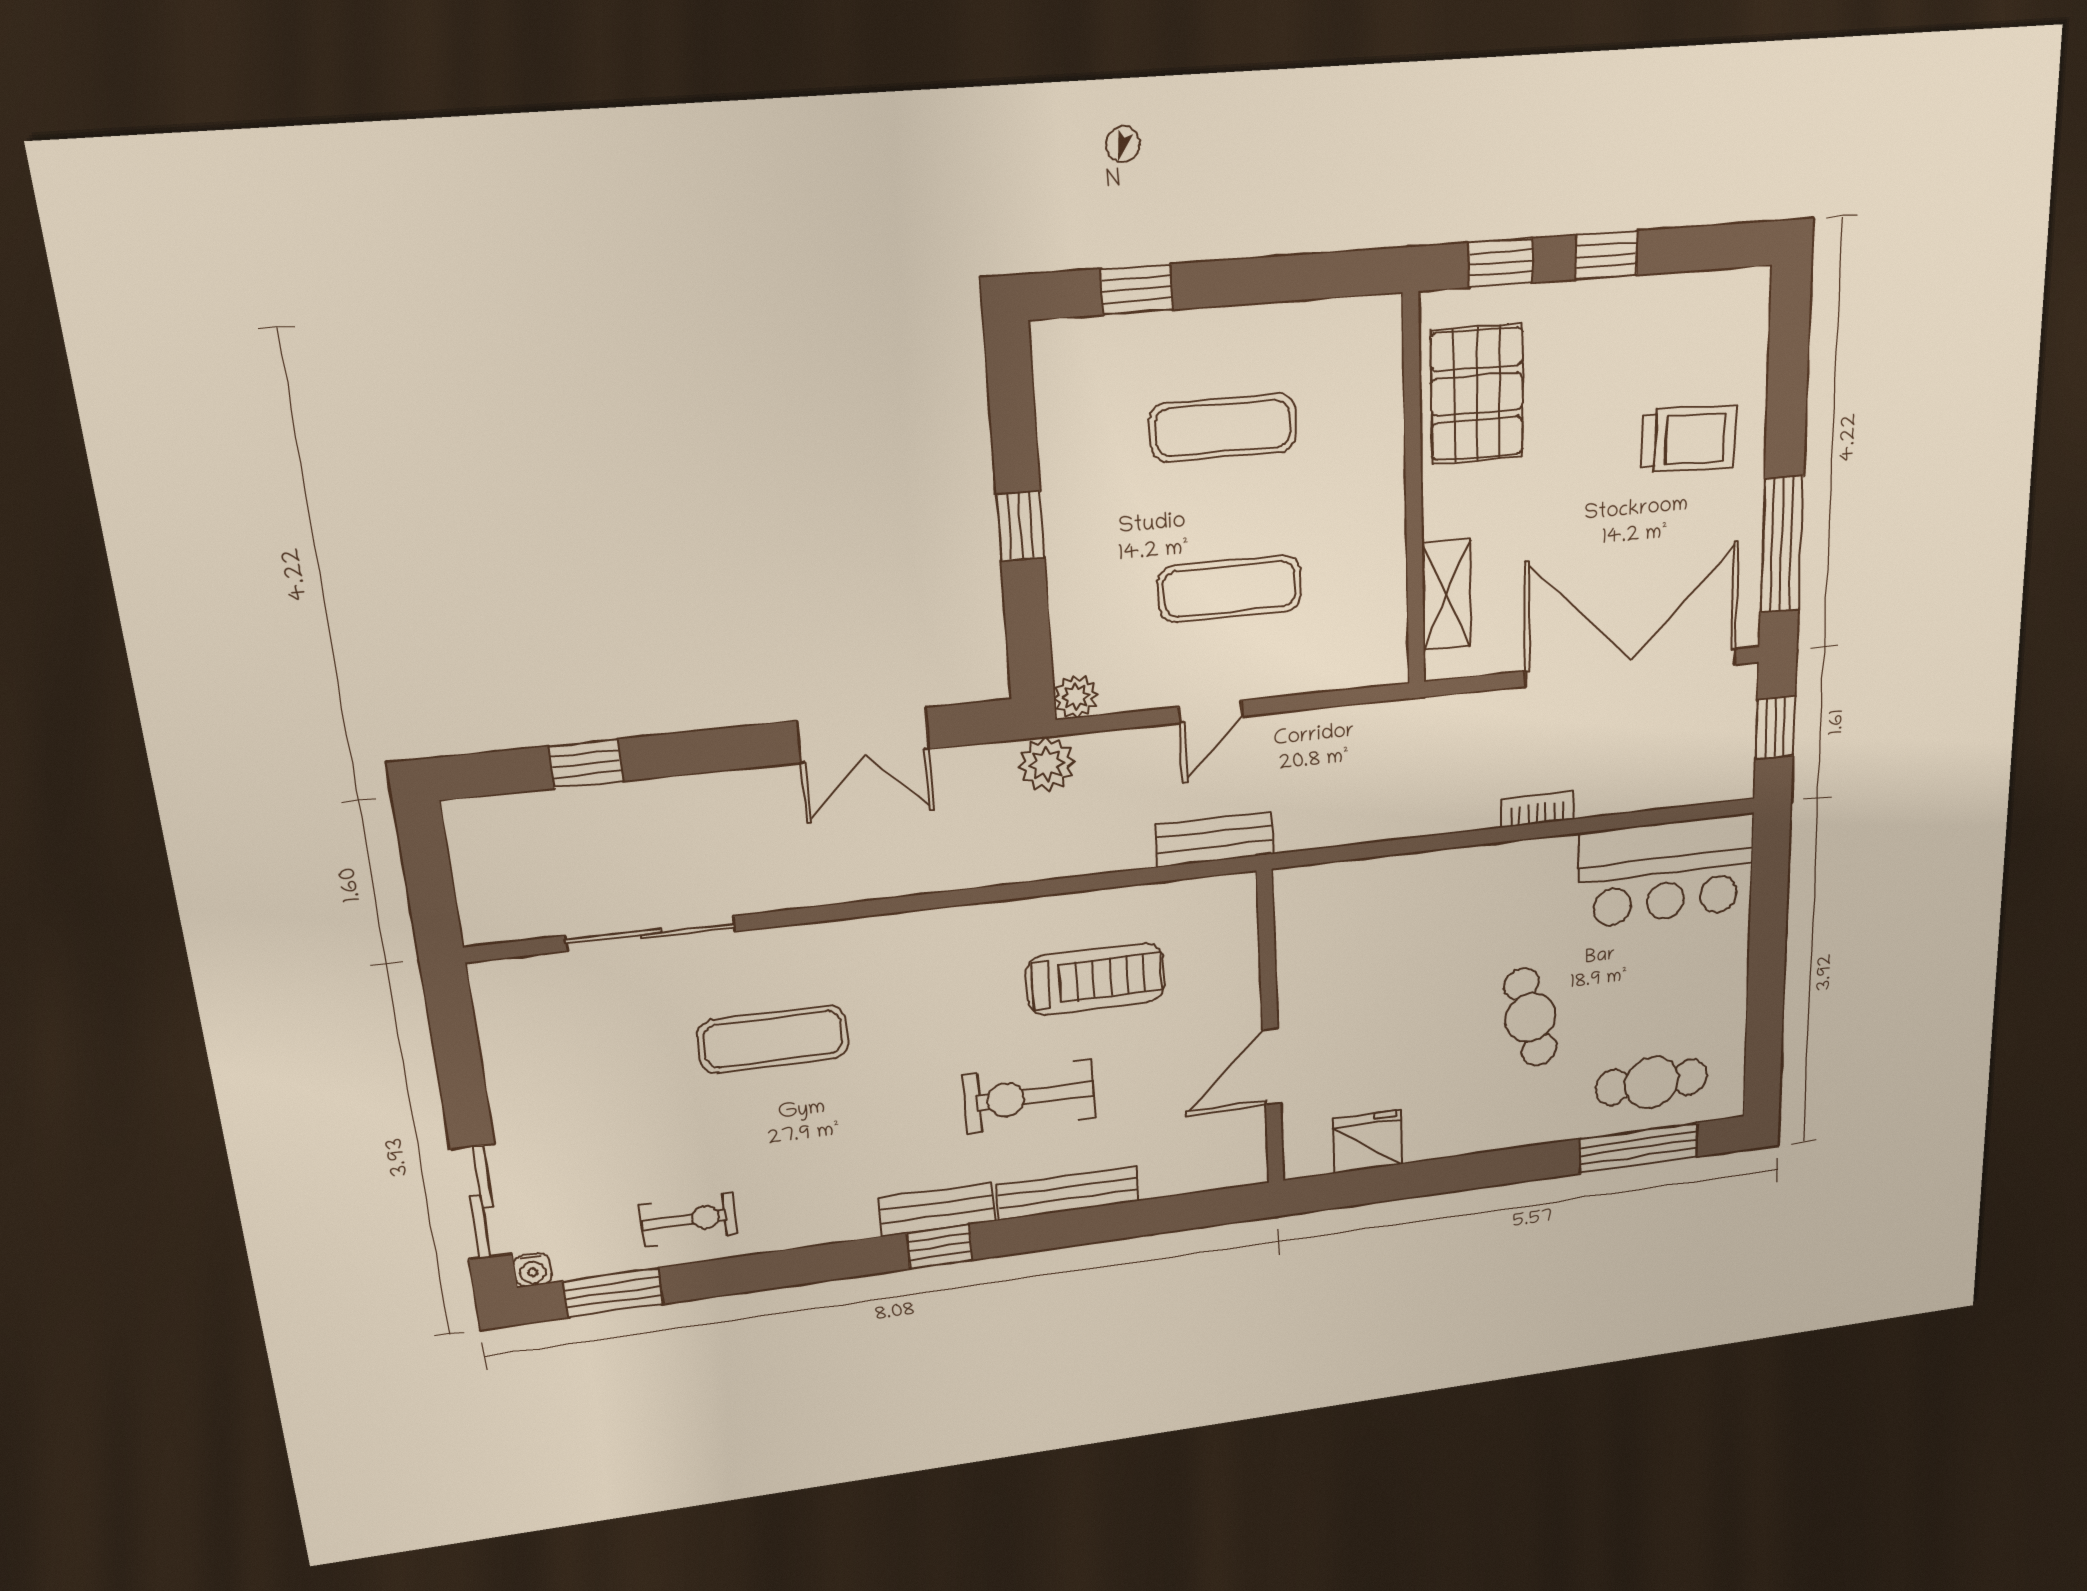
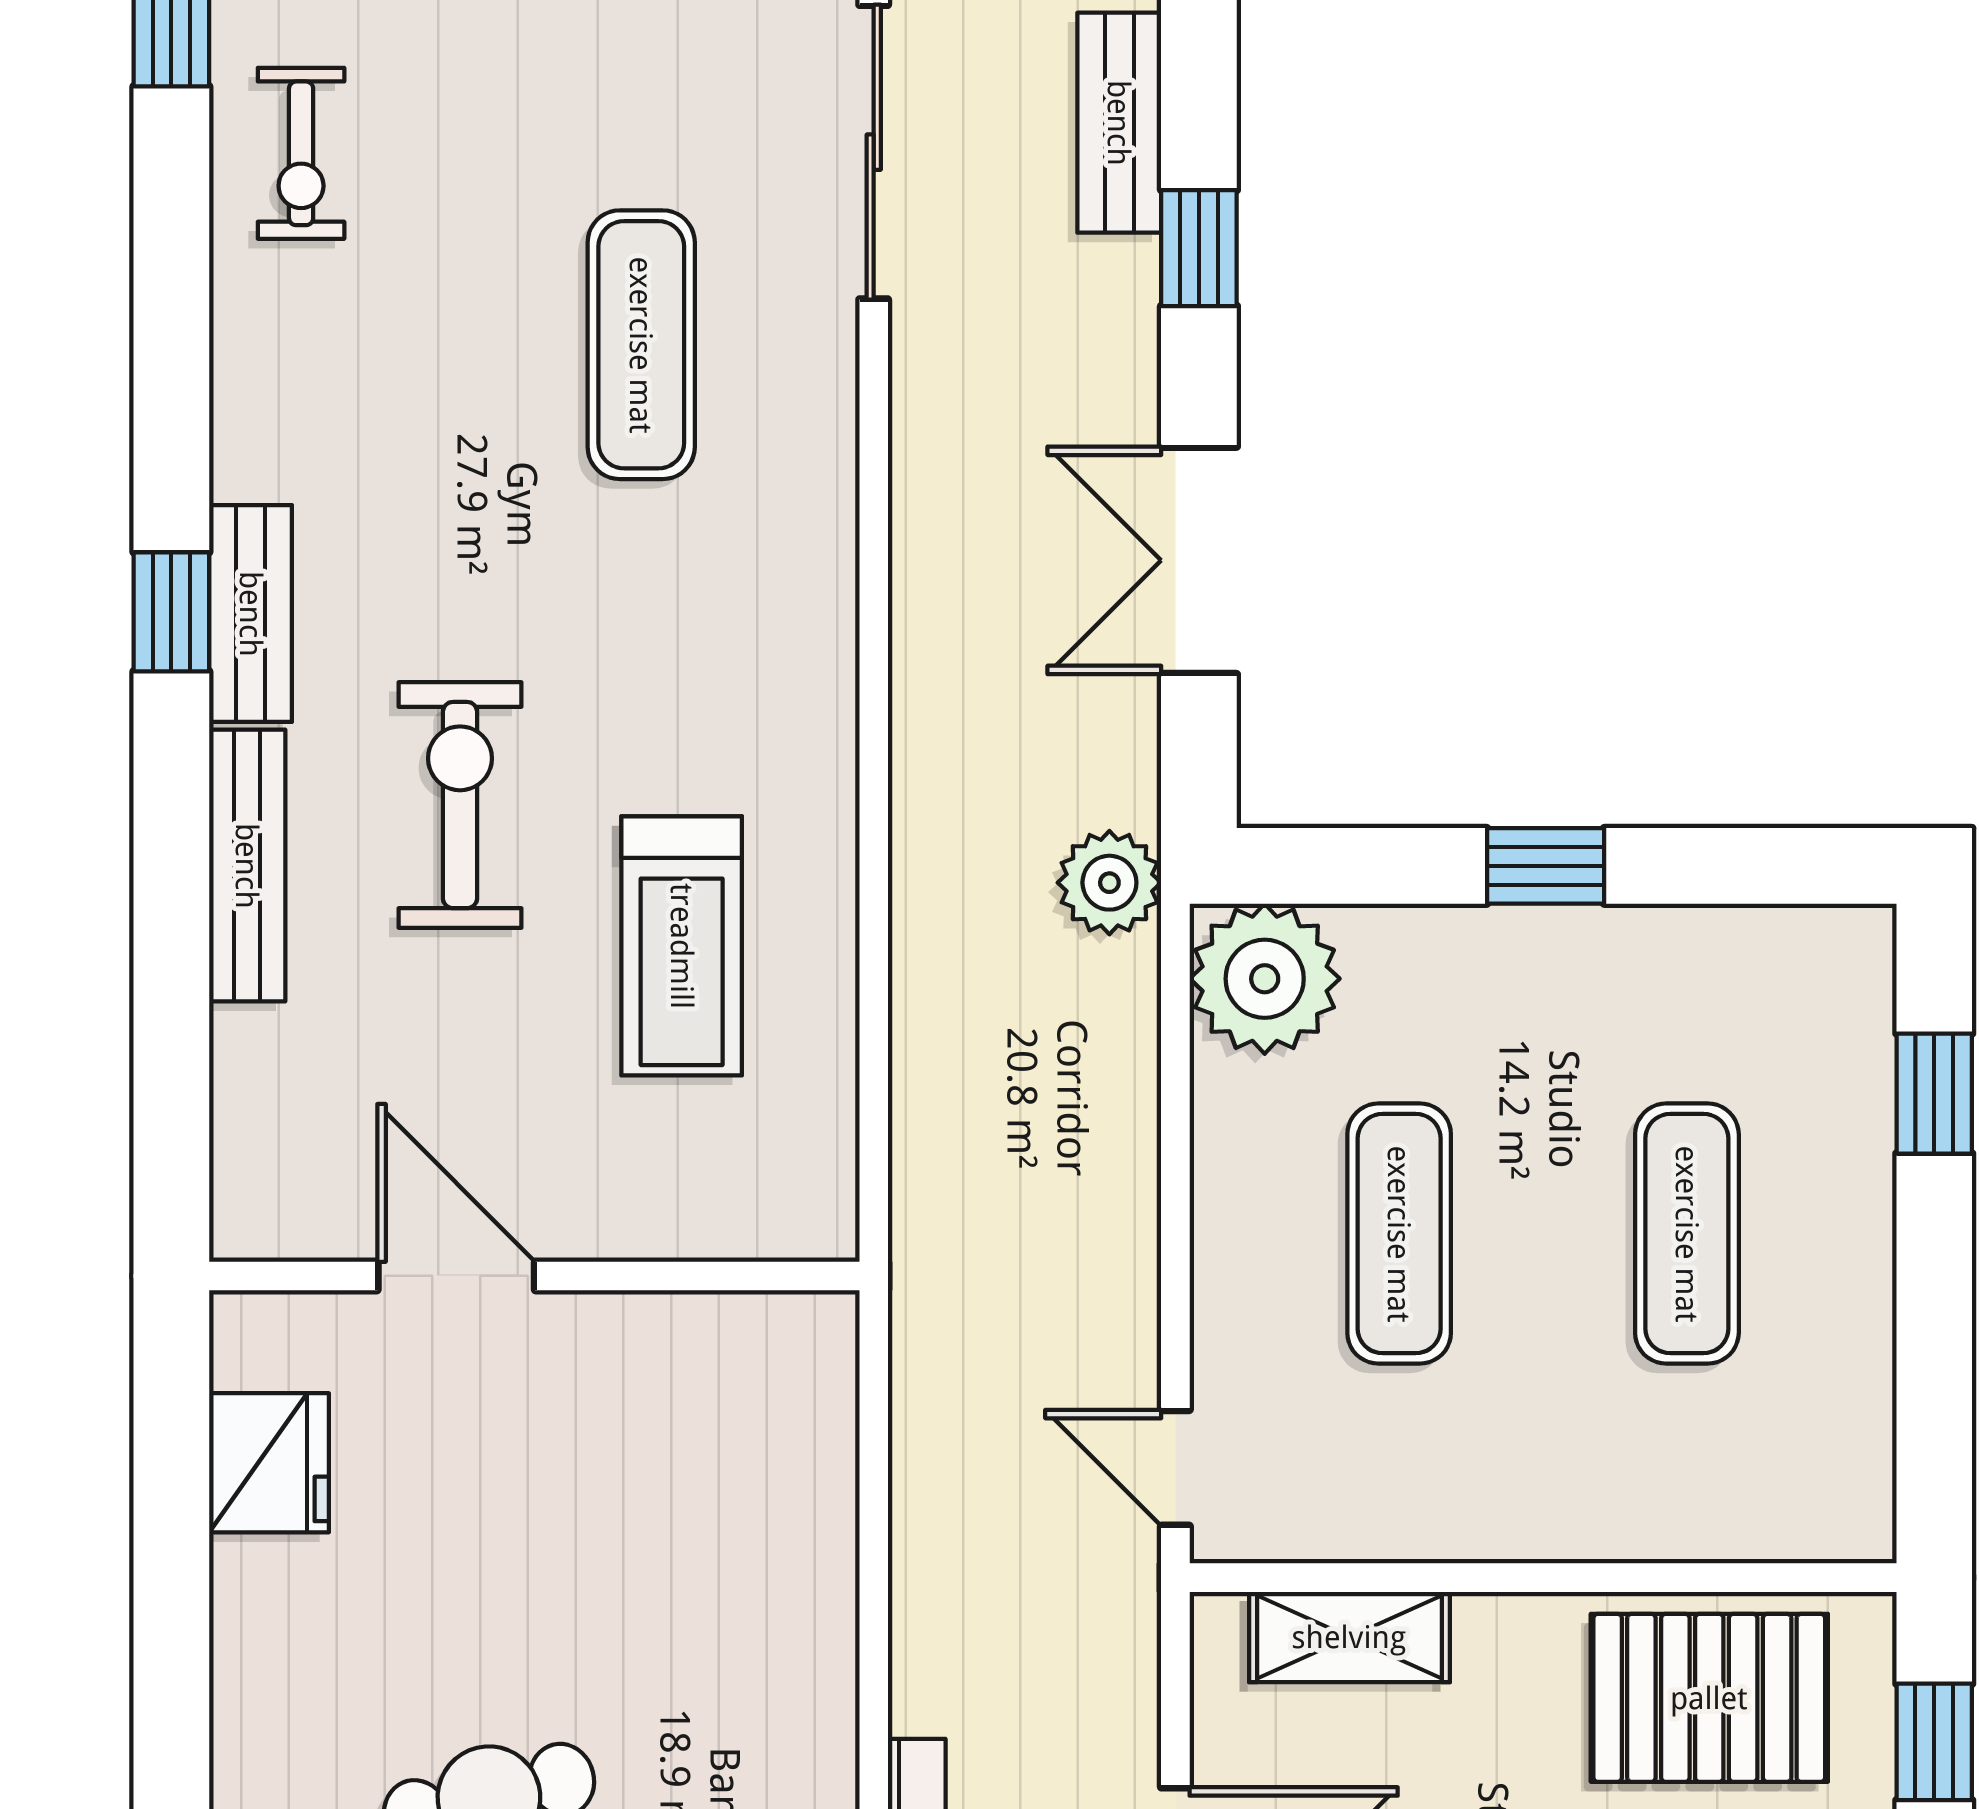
plant: (1076, 696) -> (1265, 979), width x1.87, depth x1.87
door: (1211, 712) -> (1175, 1468), moved
window: (586, 764) -> (1199, 248), moved
bench: (1214, 839) -> (1119, 123), moved

